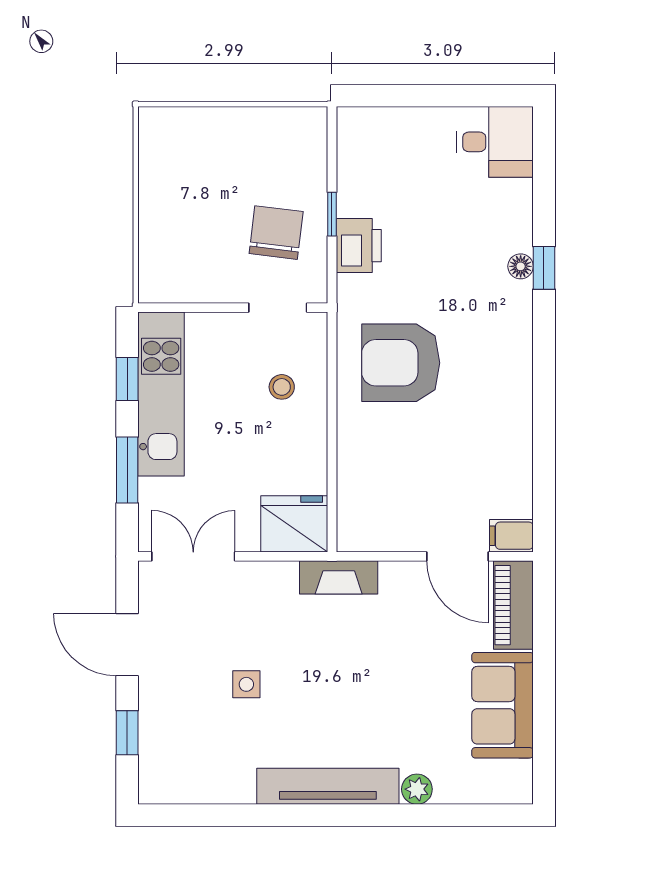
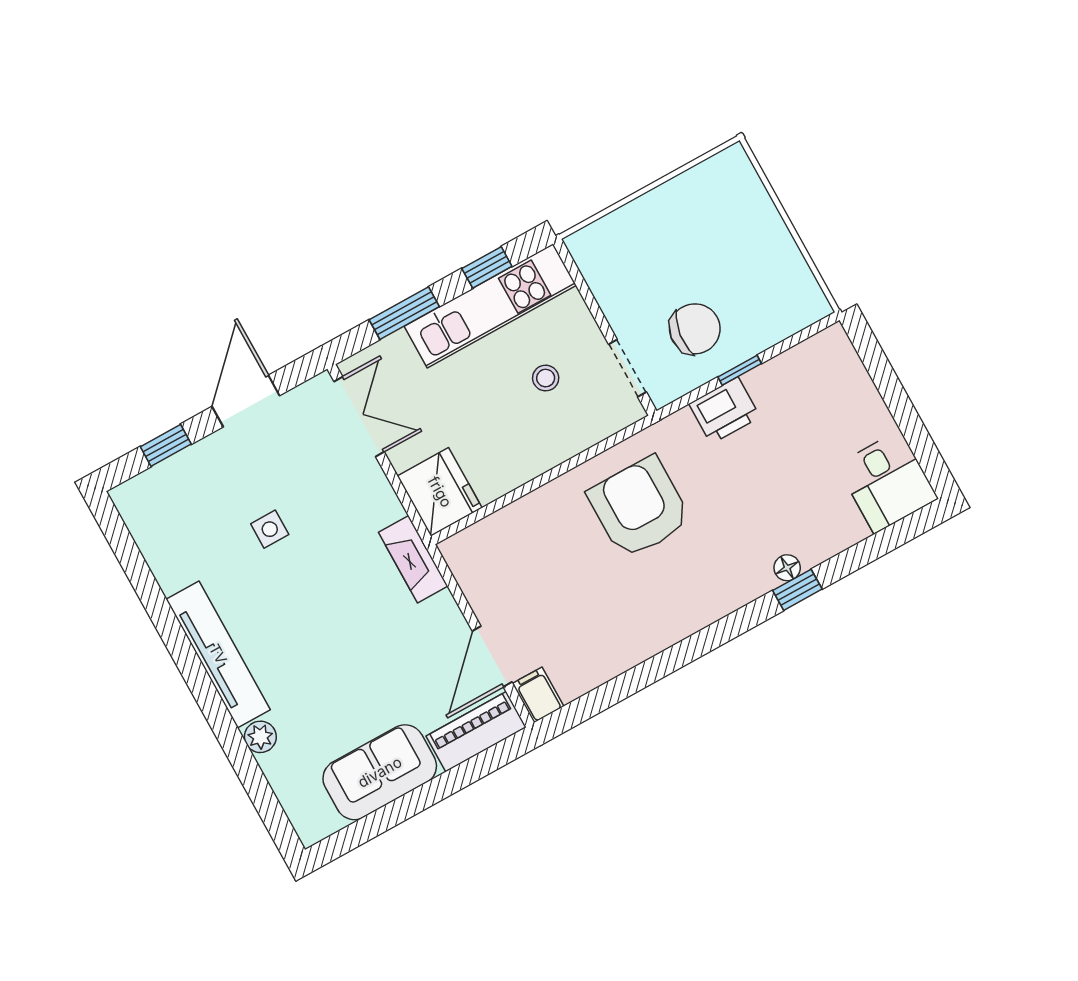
stool: (282, 387) -> (546, 378), moved

